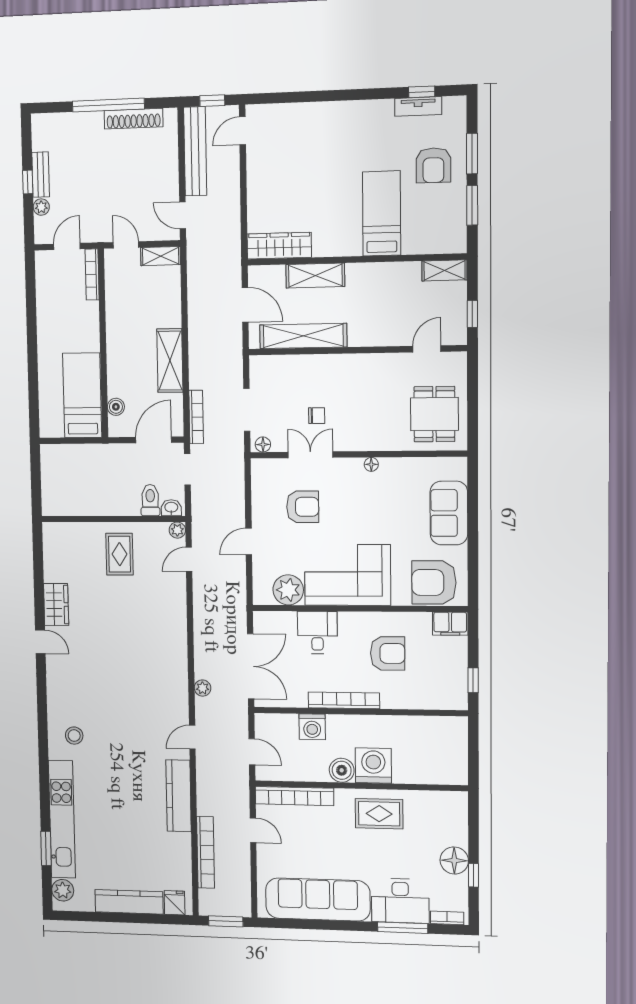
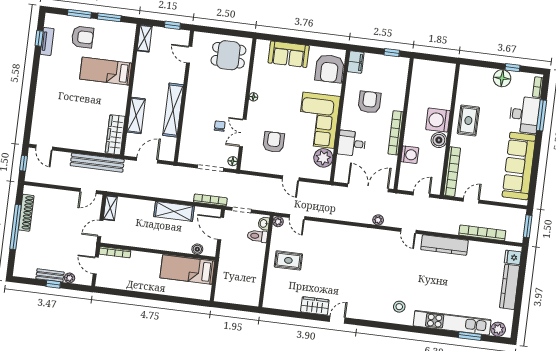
bench: (195, 151) -> (97, 163), moved
shelving: (303, 336) -> (173, 110), moved

